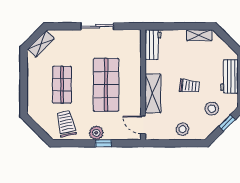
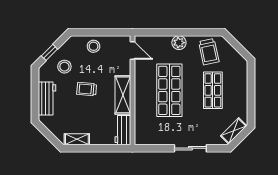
sliding door: (97, 26) -> (190, 148), moved
shelving: (153, 93) -> (123, 95), moved
window: (103, 143) -> (172, 32), removed

